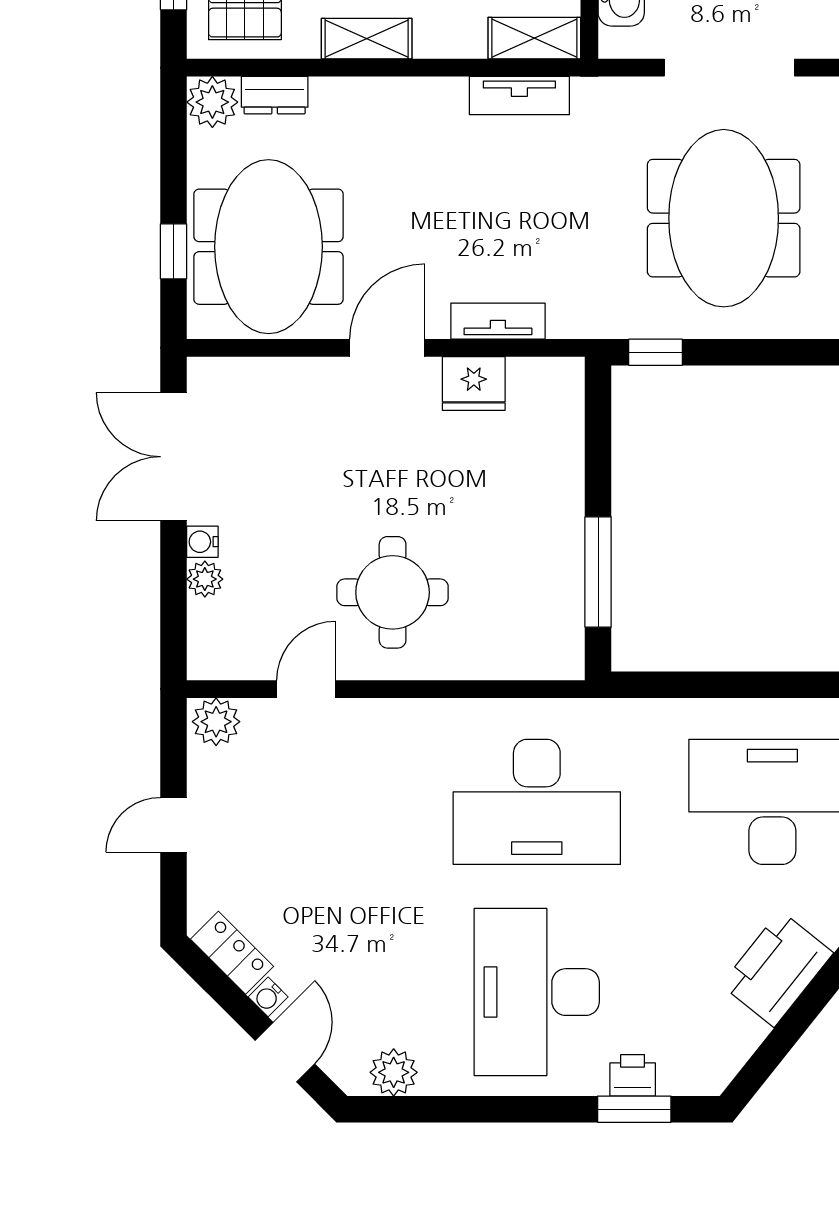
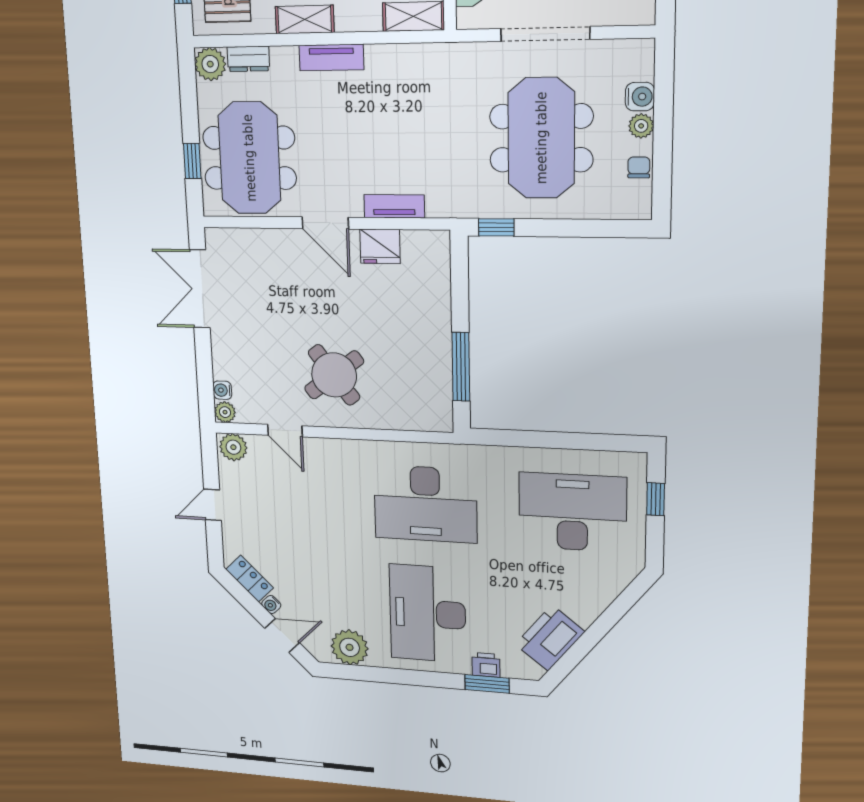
tv unit: (519, 96) -> (331, 58), moved
door: (387, 348) -> (325, 223), swing flipped
water cooler: (202, 542) -> (222, 390), moved
plant: (205, 579) -> (225, 412), moved
round table: (393, 592) -> (334, 375), turned -37
door: (306, 689) -> (285, 431), swing flipped
printer: (777, 969) -> (550, 638), moved
door: (285, 1052) -> (282, 635), hinge flipped
plant: (394, 1072) -> (350, 647), width x1.36, depth x1.36

